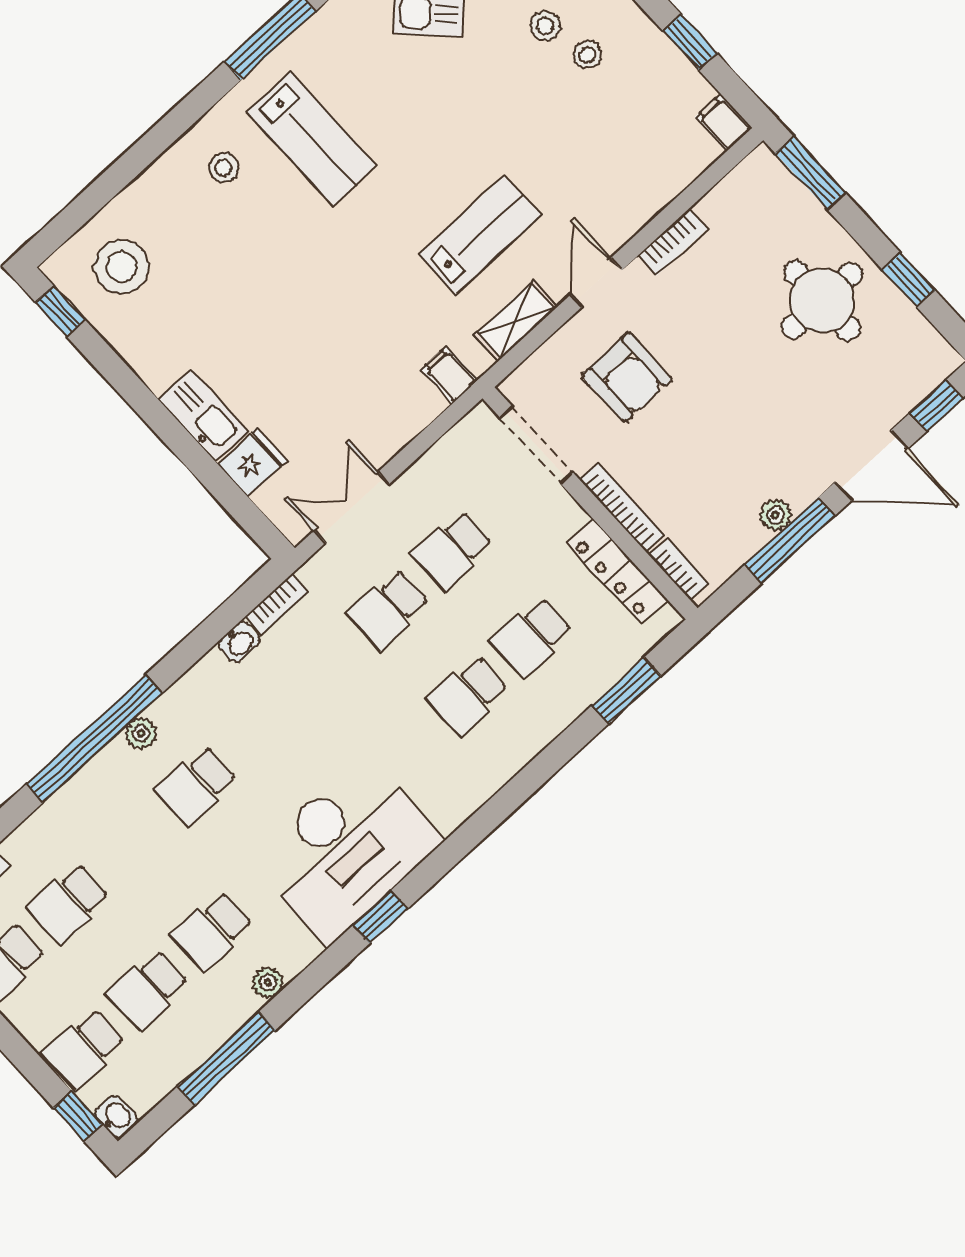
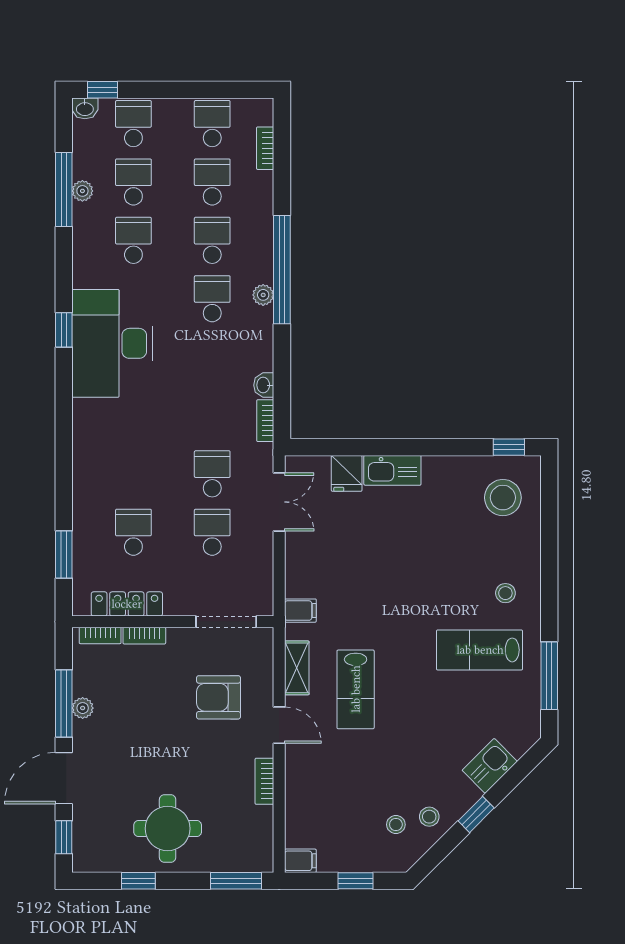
bookcase: (622, 507) -> (144, 636), width x0.64
school desk: (468, 695) -> (212, 240), moved
plant: (268, 982) -> (82, 191), moved

